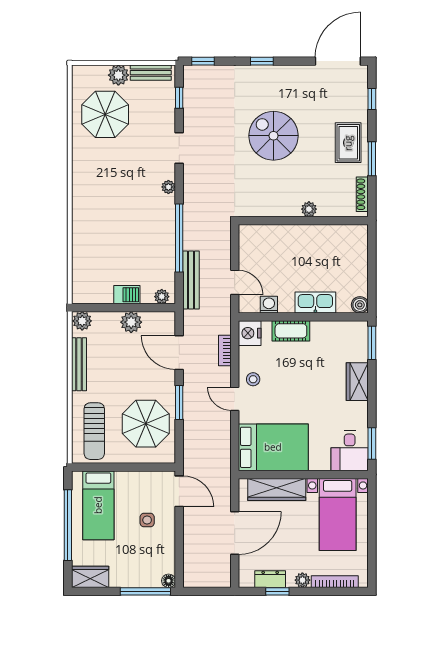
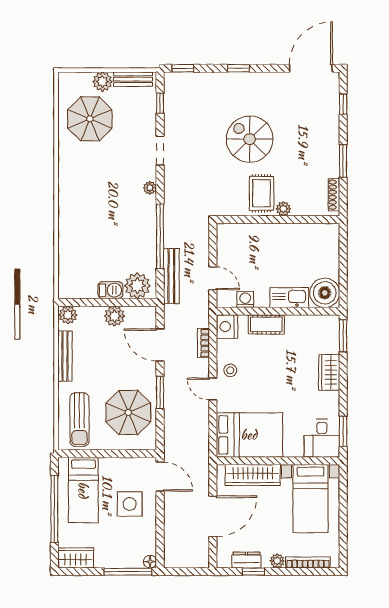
rug: (348, 143) -> (262, 193), moved
plant: (162, 297) -> (137, 286), width x1.87, depth x1.87
boiler: (360, 305) -> (325, 293), width x1.86, depth x1.86
side table: (147, 520) -> (130, 504), width x1.87, depth x1.87

